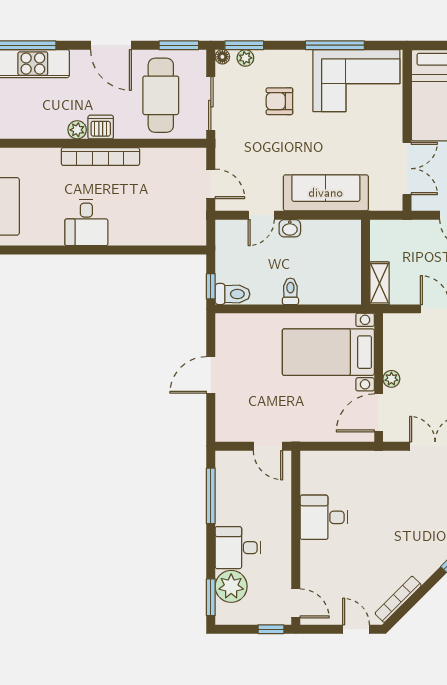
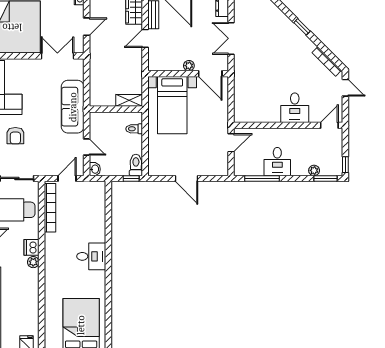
bookcase: (100, 157) -> (50, 208), moved
washbasin: (290, 228) -> (95, 169), moved
wall: (366, 262) -> (116, 109), moved
shelving: (379, 283) -> (129, 100), moved
desk: (324, 517) -> (295, 108), moved
desk: (238, 548) -> (277, 162), moved
plant: (231, 586) -> (314, 170), width x0.53, depth x0.53
window: (271, 629) -> (345, 165), moved
door: (356, 629) -> (345, 88), swing flipped

